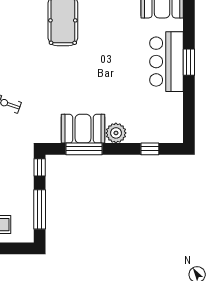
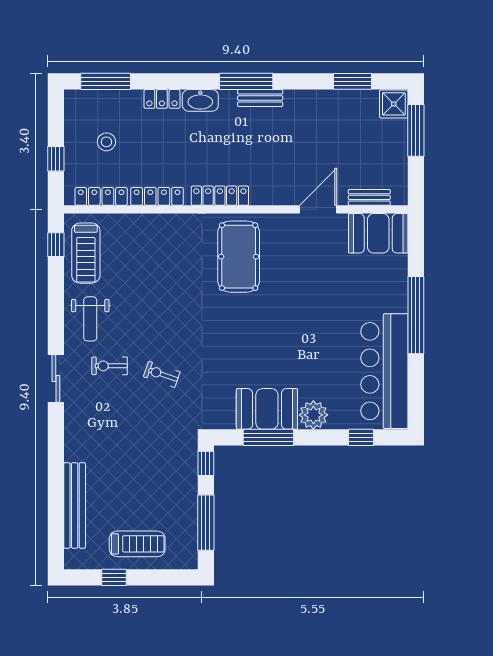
bar counter: (166, 62) -> (384, 371), moved, width x1.36
window: (189, 62) -> (416, 315), width x2.11

